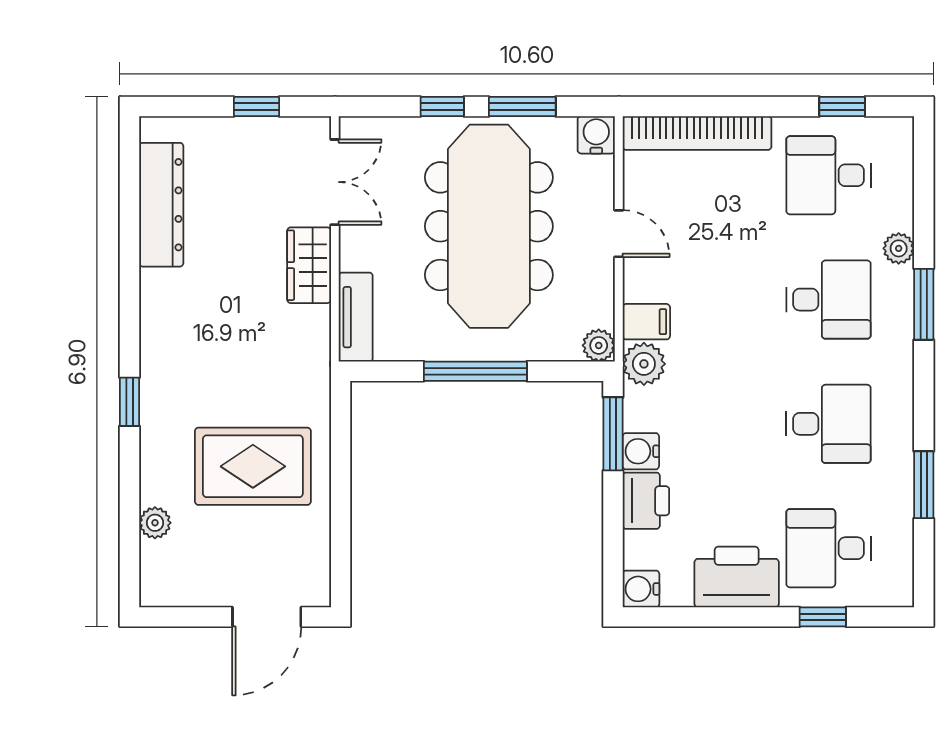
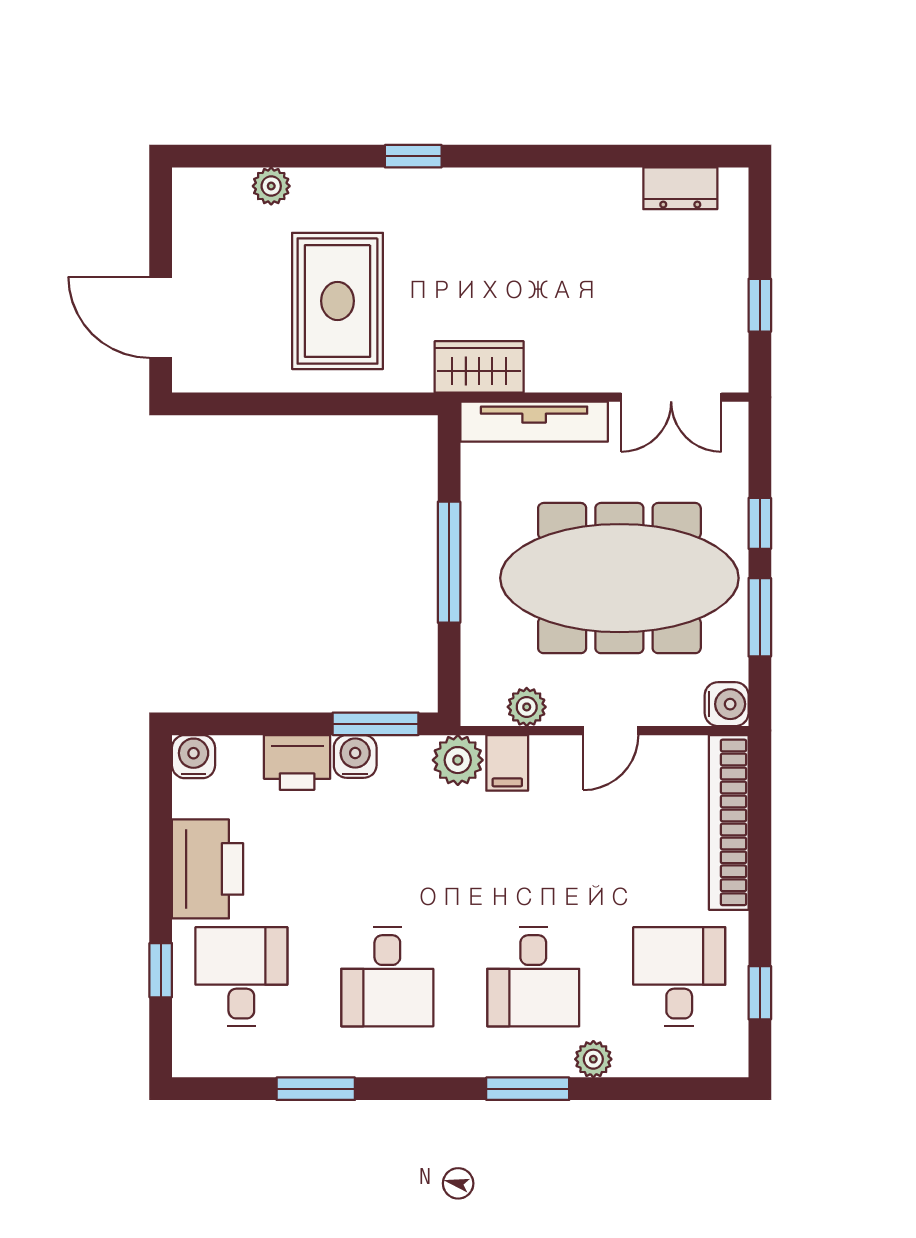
dresser: (161, 205) -> (680, 188), width x0.51, depth x0.80
wardrobe: (309, 265) -> (479, 367), moved
tv unit: (356, 317) -> (534, 422), width x1.41
plant: (599, 345) -> (527, 707), moved

